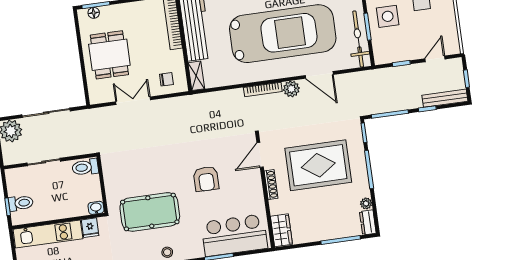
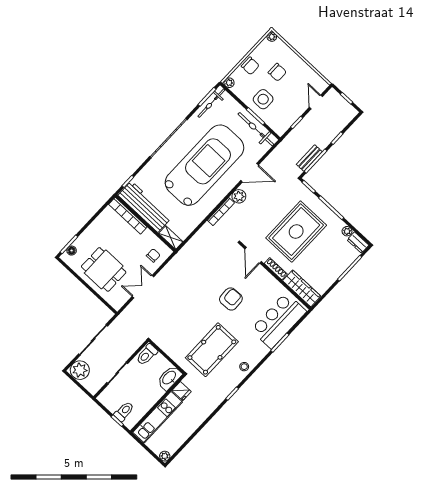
bench: (445, 98) -> (309, 158), moved, width x0.73
armchair: (206, 179) -> (231, 299), turned -92
washbasin: (96, 208) -> (169, 378), width x1.91, depth x1.45
wardrobe: (281, 230) -> (302, 288), width x1.50

